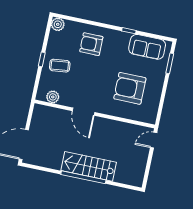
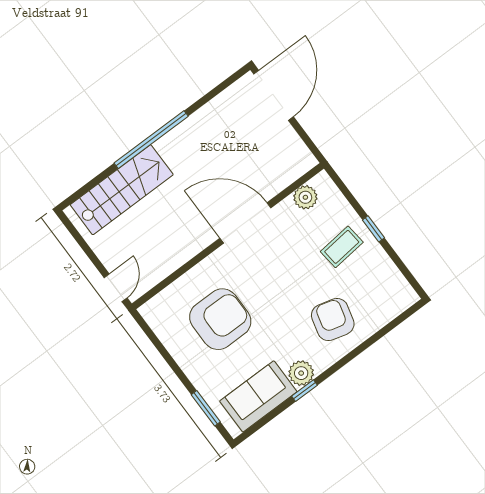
plant: (58, 24) -> (301, 373), moved
armchair: (91, 44) -> (333, 320), turned -75
door: (83, 112) -> (245, 223), width x1.36
stairs: (89, 166) -> (122, 190), moved

